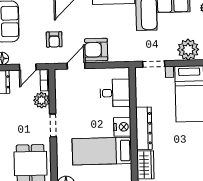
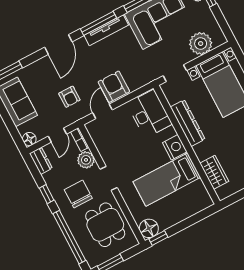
armchair: (96, 50) -> (114, 87), turned 90
desk: (115, 93) -> (149, 114), width x1.37
chair: (21, 126) -> (78, 194), added
dresser: (144, 128) -> (188, 123), moved

